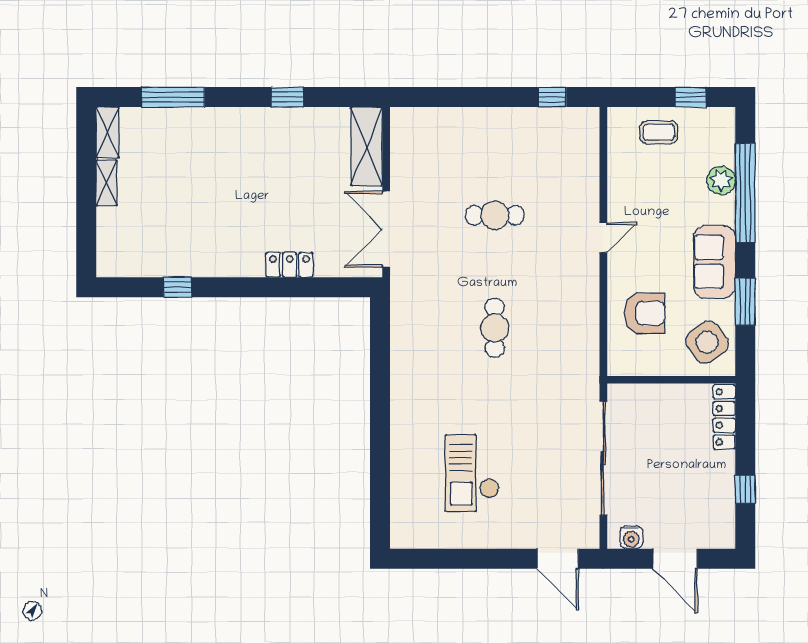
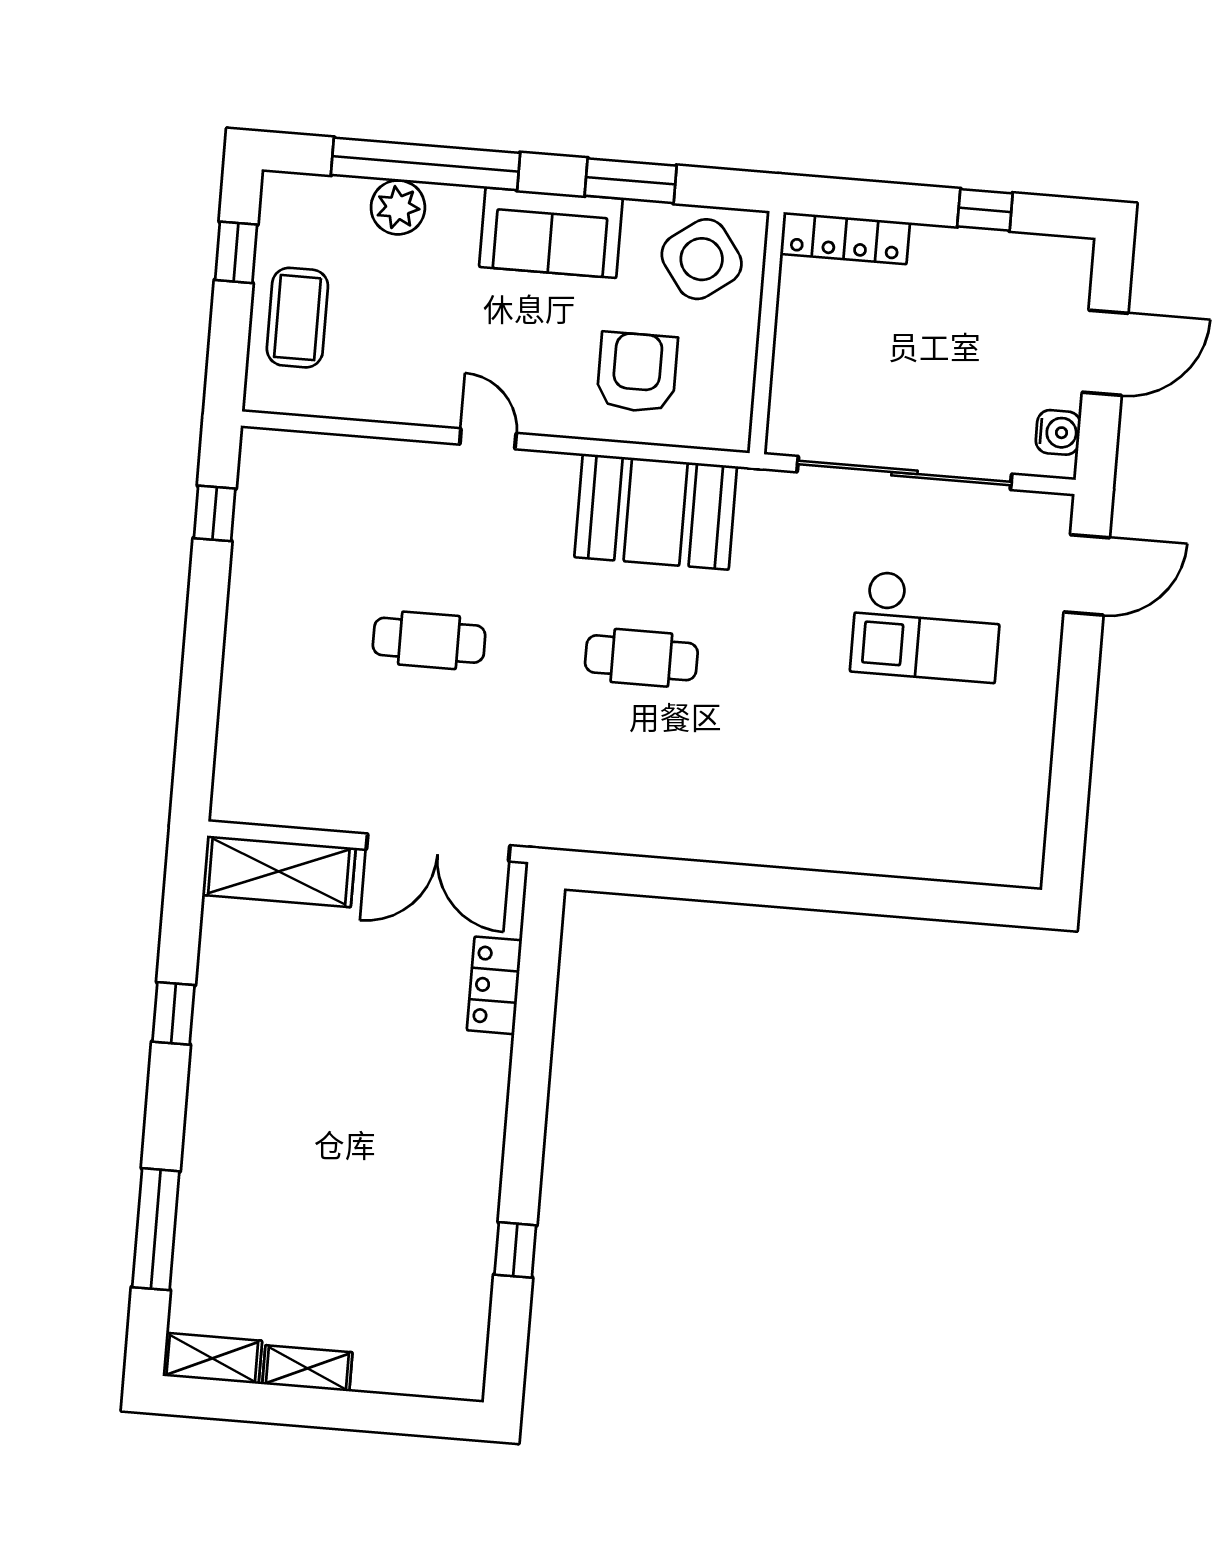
coffee table: (659, 132) -> (297, 318), width x1.36, depth x1.30
cafe table: (495, 215) -> (429, 640), turned 90
locker: (290, 265) -> (494, 985), moved
booth: (572, 329) -> (656, 512), added
checkout: (472, 473) -> (926, 626), moved

